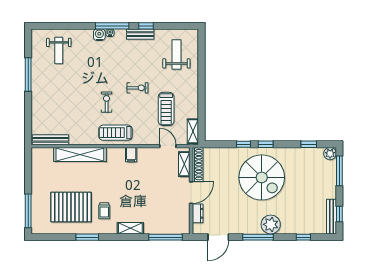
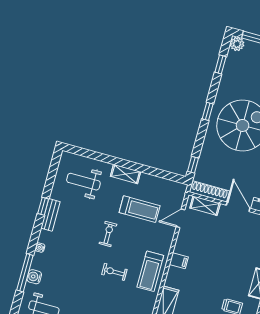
window: (112, 26) -> (25, 273), moved
water cooler: (99, 35) -> (34, 277), moved
shelving: (193, 131) -> (126, 174), moved
window: (244, 144) -> (193, 165), moved

